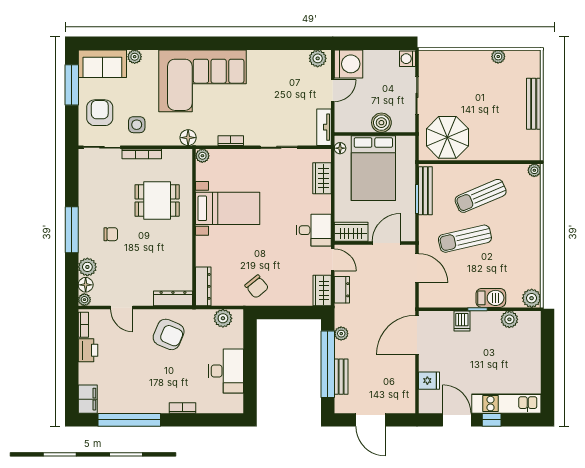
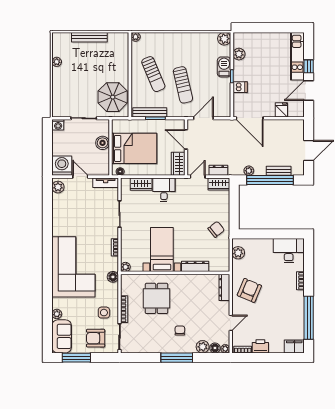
desk: (314, 230) -> (164, 190), moved
dresser: (203, 286) -> (195, 266), moved
desk: (226, 371) -> (289, 251), moved

